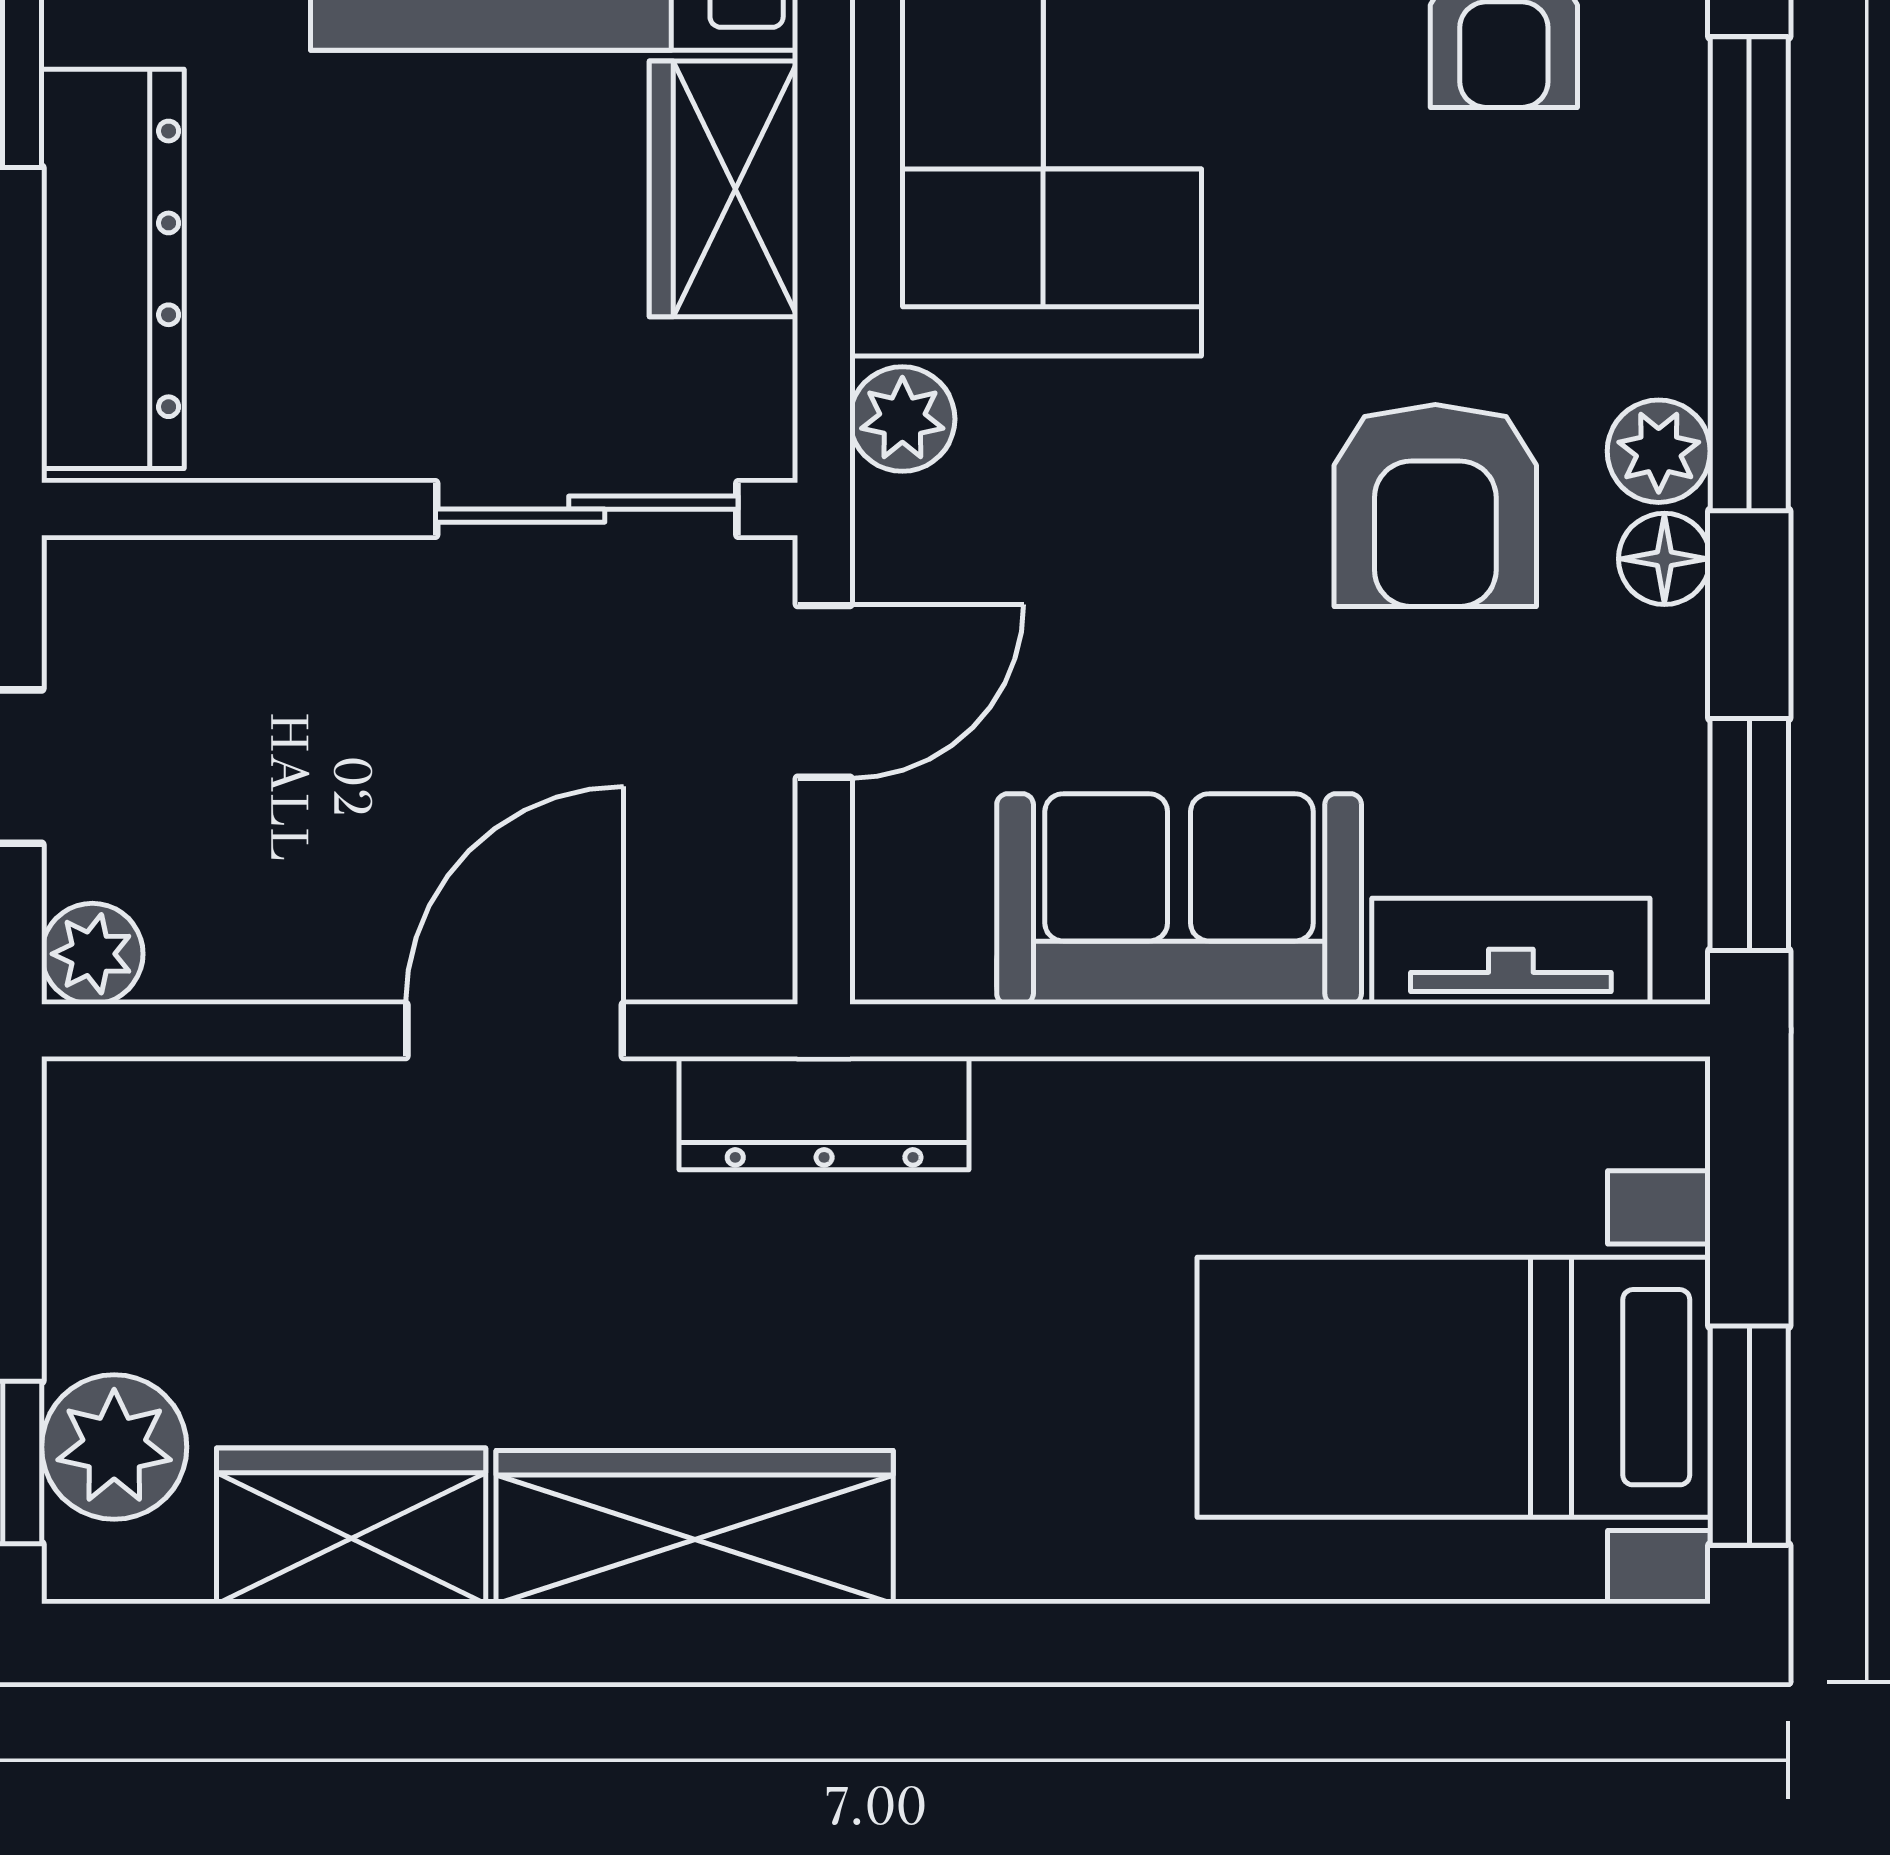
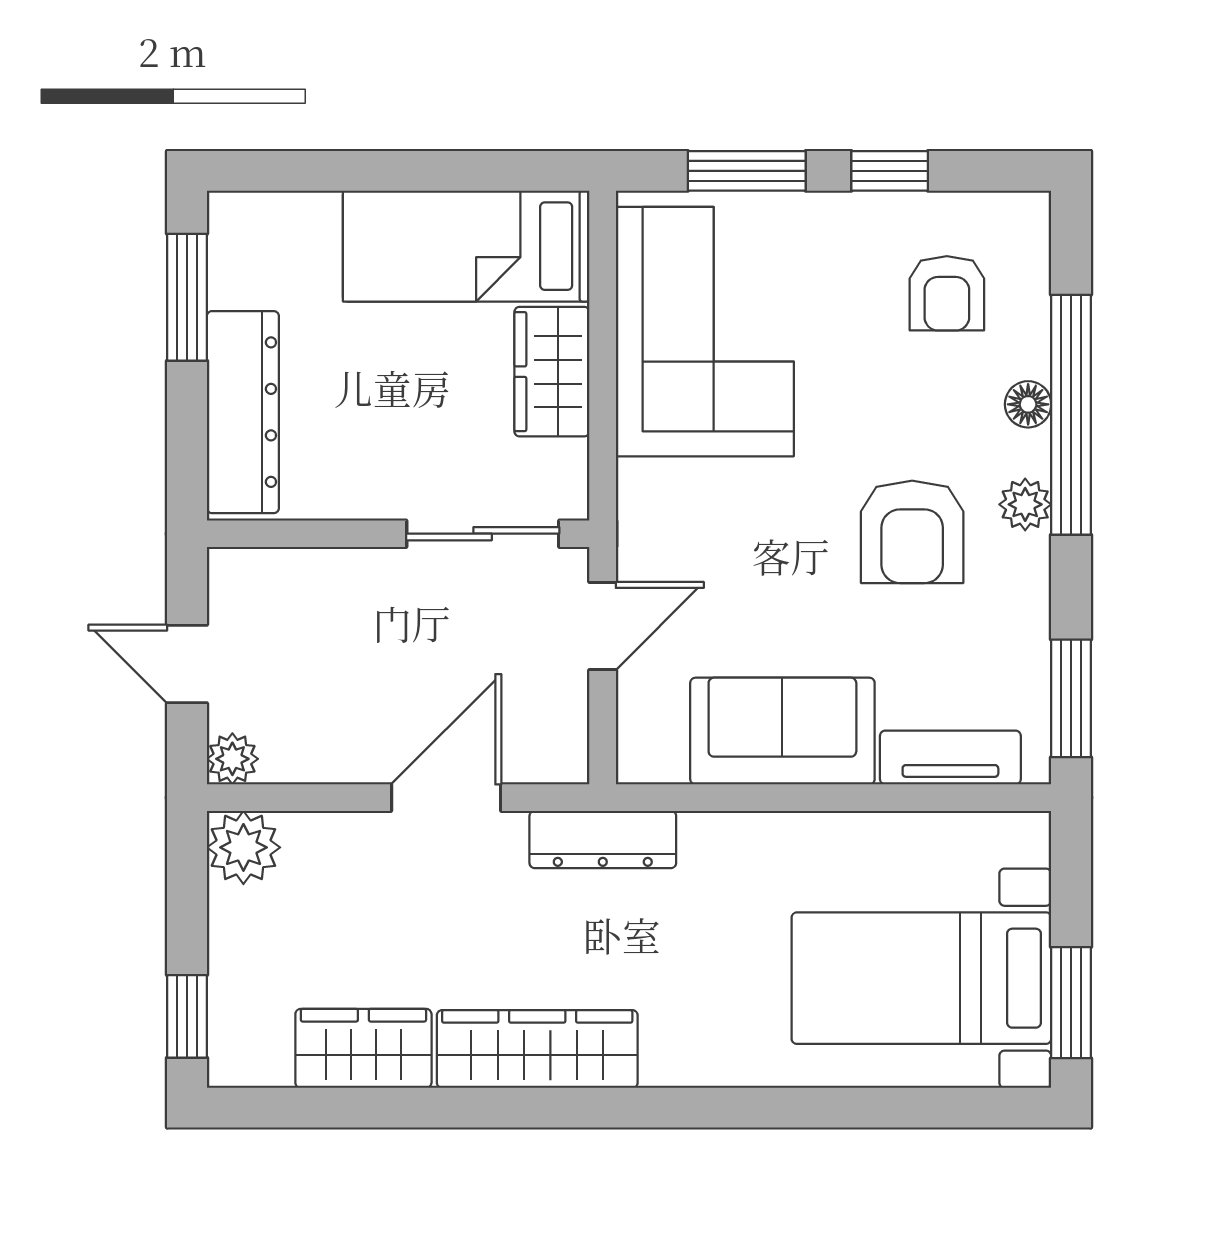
plant: (902, 419) -> (642, 488), removed
floor lamp: (1664, 559) -> (1028, 404), moved
plant: (114, 1447) -> (243, 847), moved

